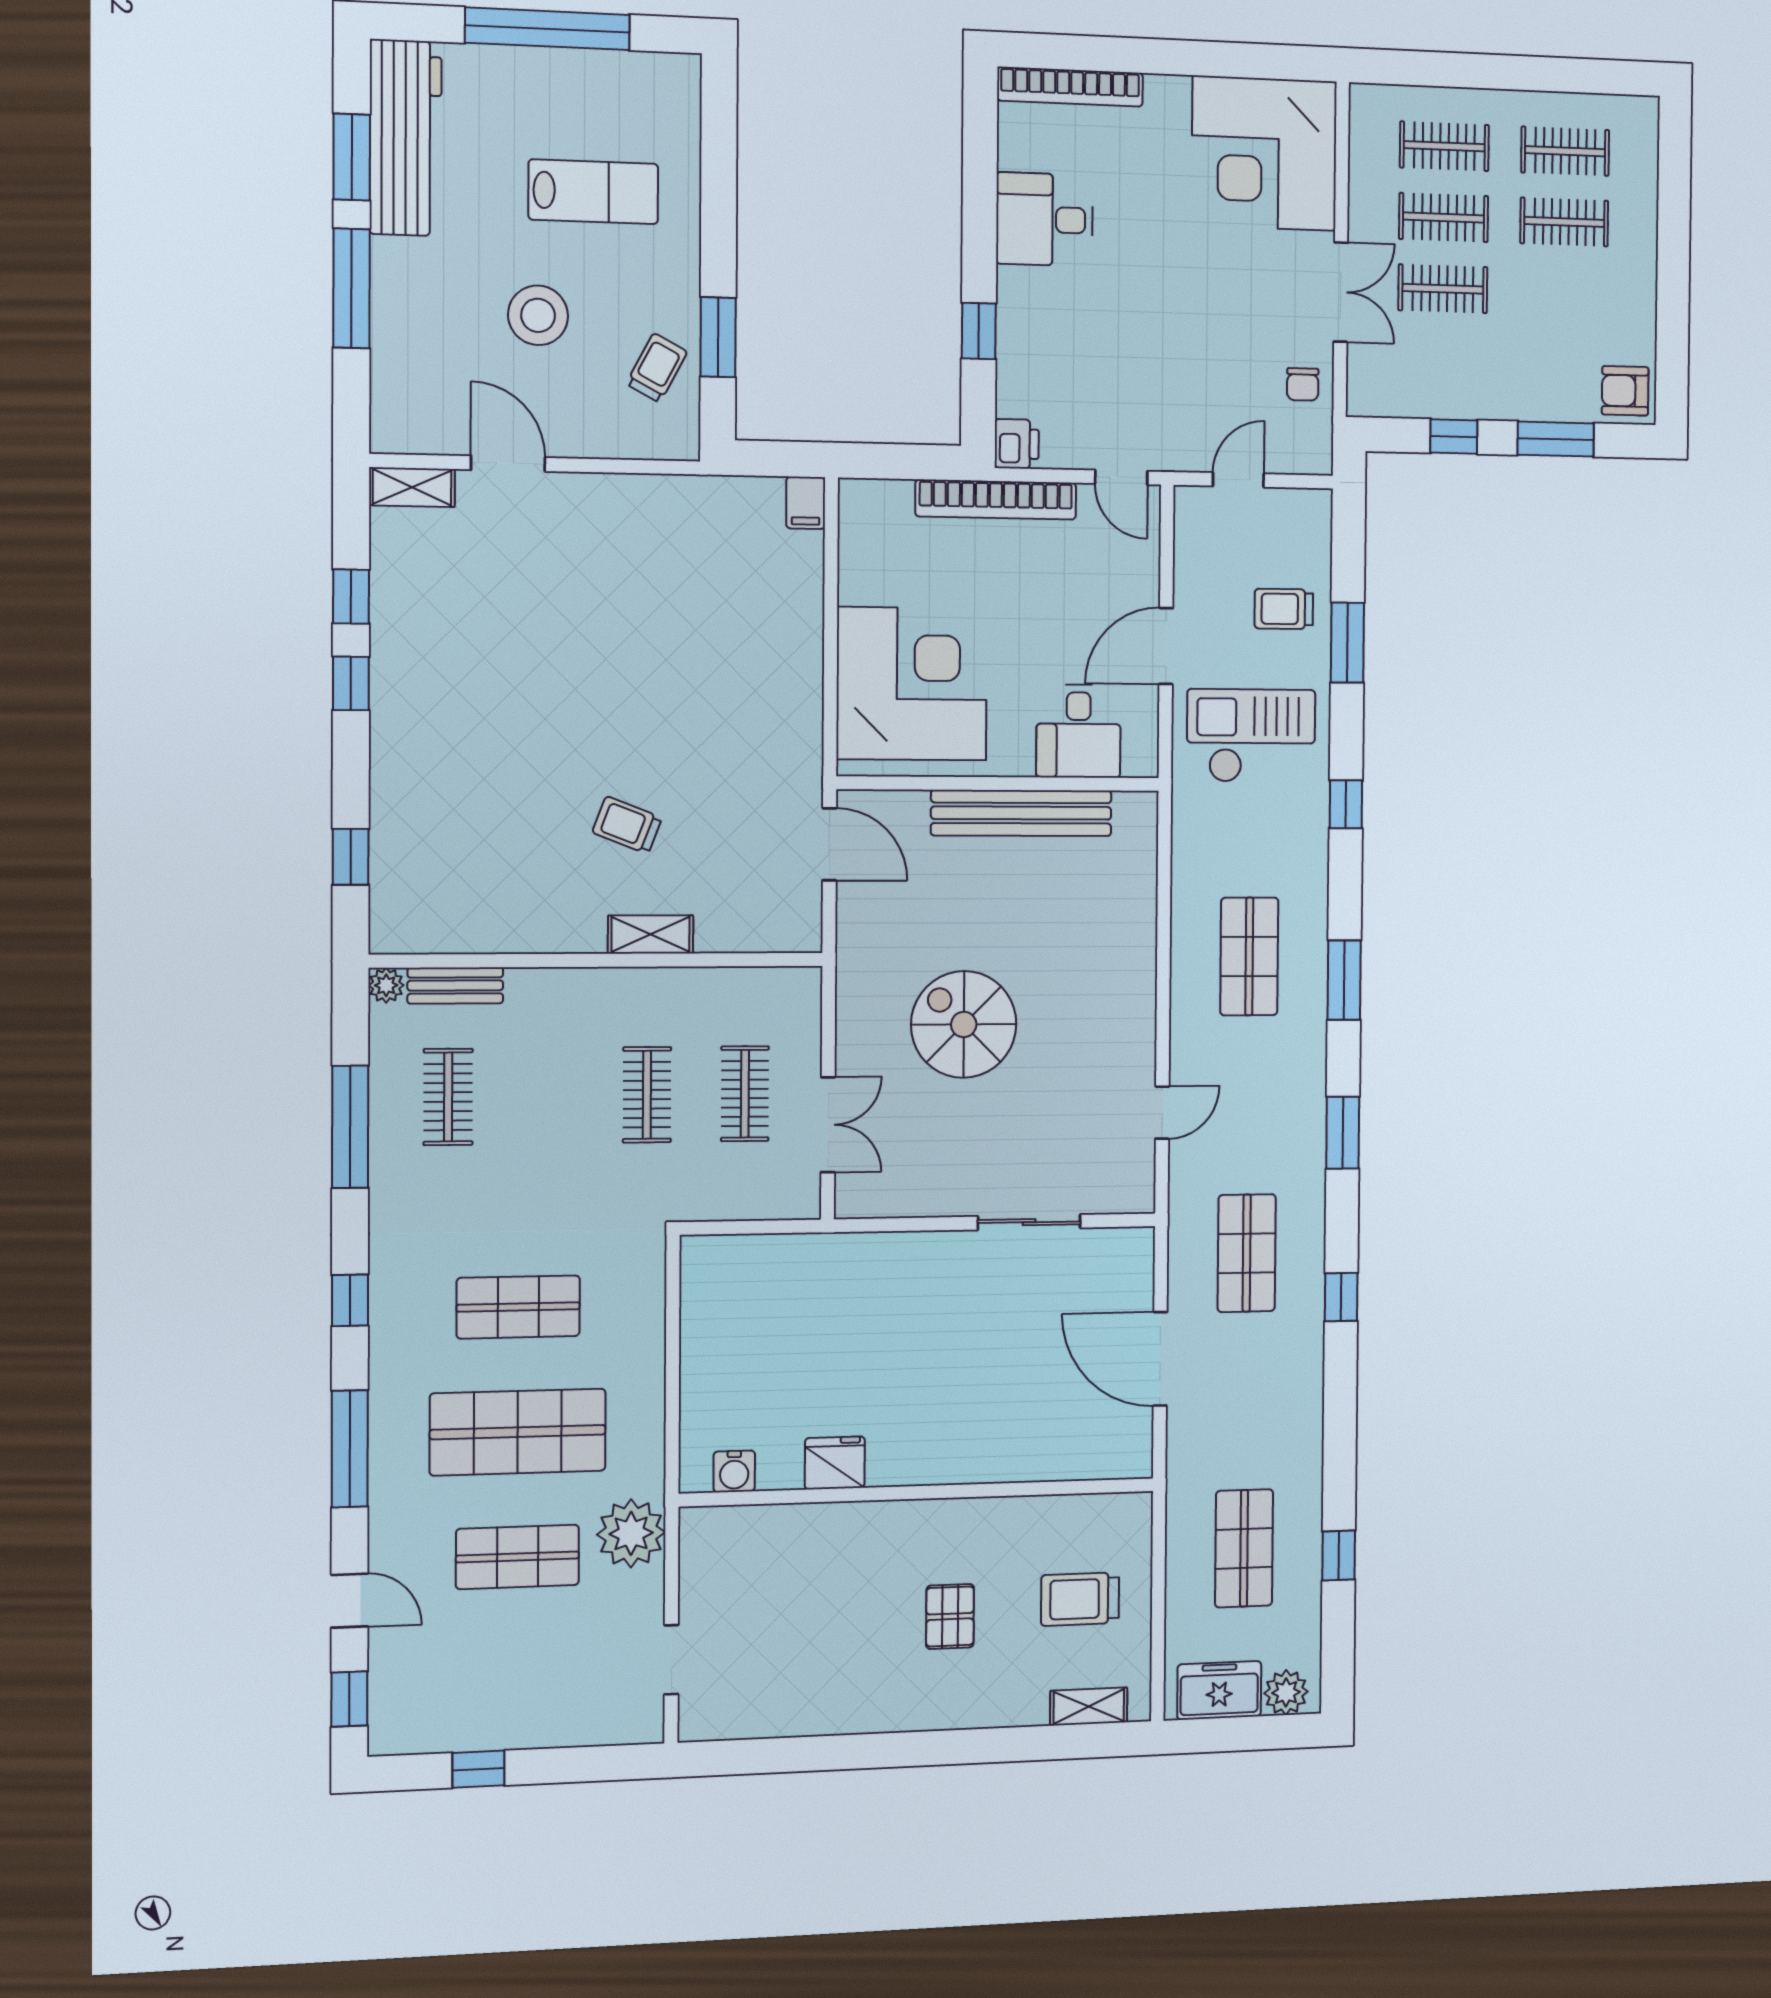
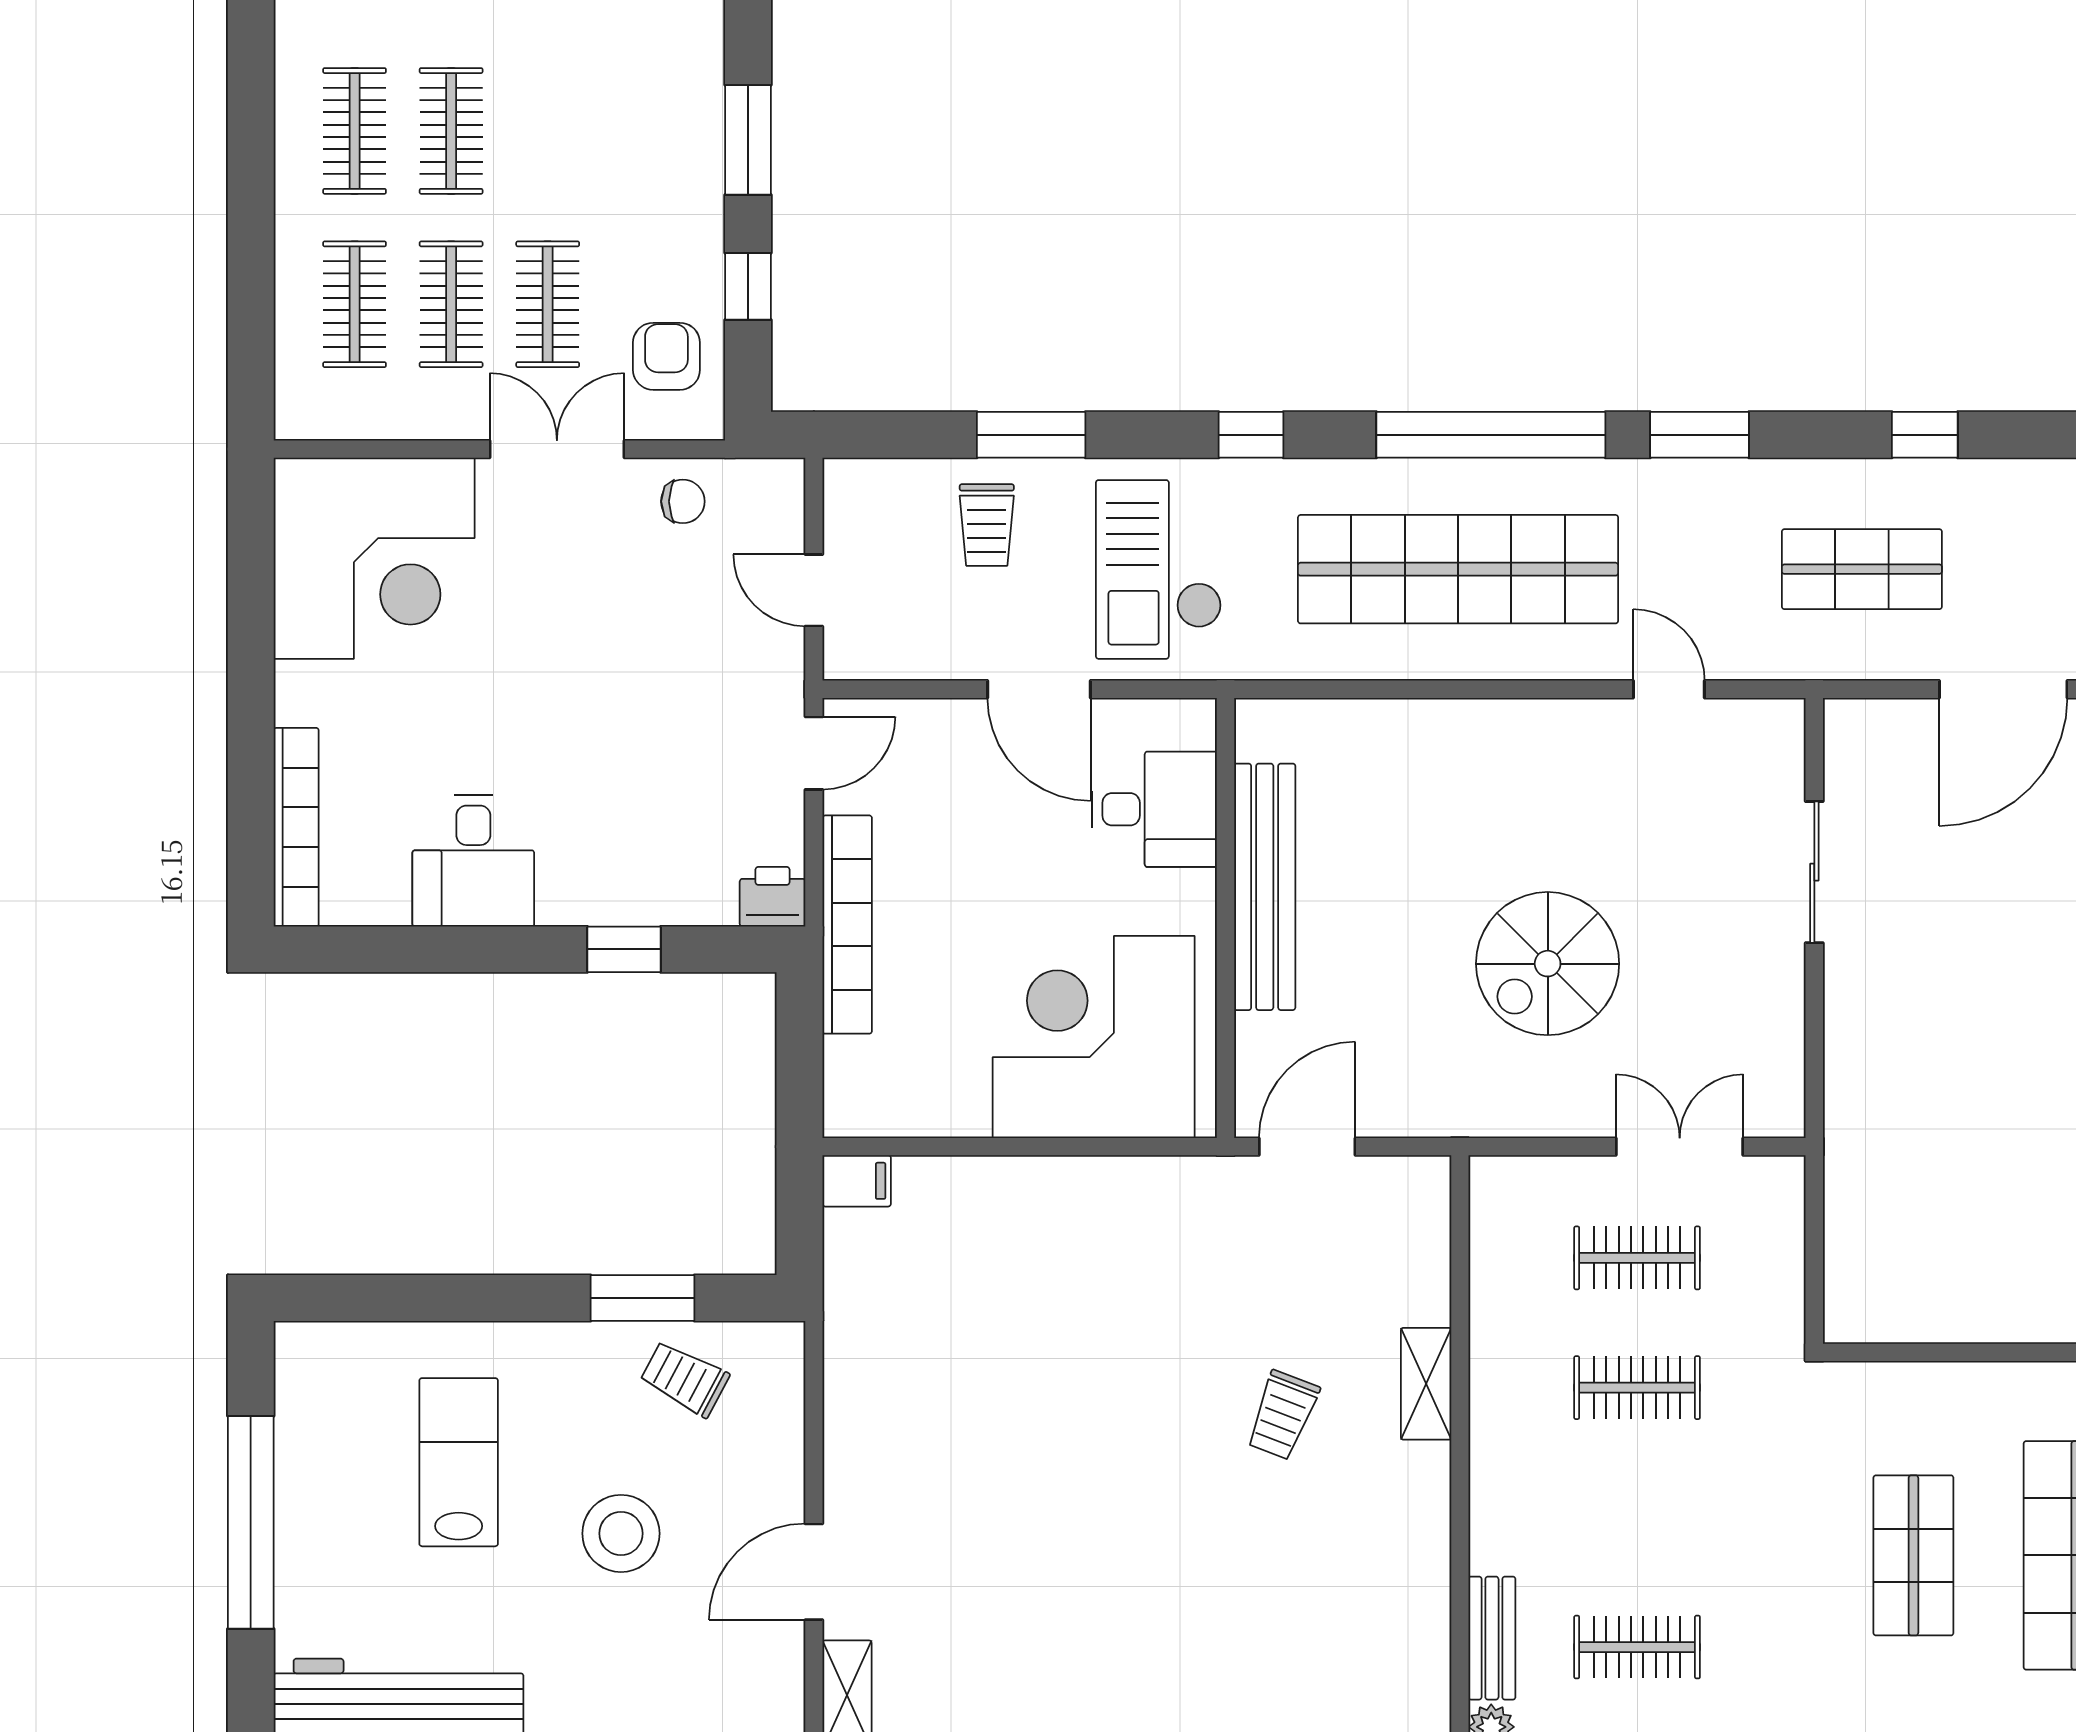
armchair: (1625, 391) -> (666, 356), moved, turned 180
shop shelf: (1249, 956) -> (1458, 569), width x2.00, depth x1.36
window: (1344, 980) -> (1491, 435), width x2.11

